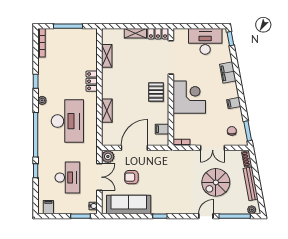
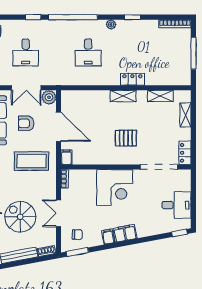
shelving: (135, 33) -> (186, 115), moved
desk: (205, 41) -> (176, 205), width x0.73
filing cabinet: (228, 72) -> (125, 233), moved
pallet: (156, 92) -> (126, 138), moved
shelving: (107, 111) -> (123, 96), moved
desk: (67, 121) -> (88, 52), width x0.53, depth x0.77
filing cabinet: (162, 129) -> (66, 157), moved
coffee table: (165, 172) -> (31, 161), added
armchair: (131, 177) -> (26, 123), turned -90
desk: (67, 178) -> (26, 52), width x0.73

